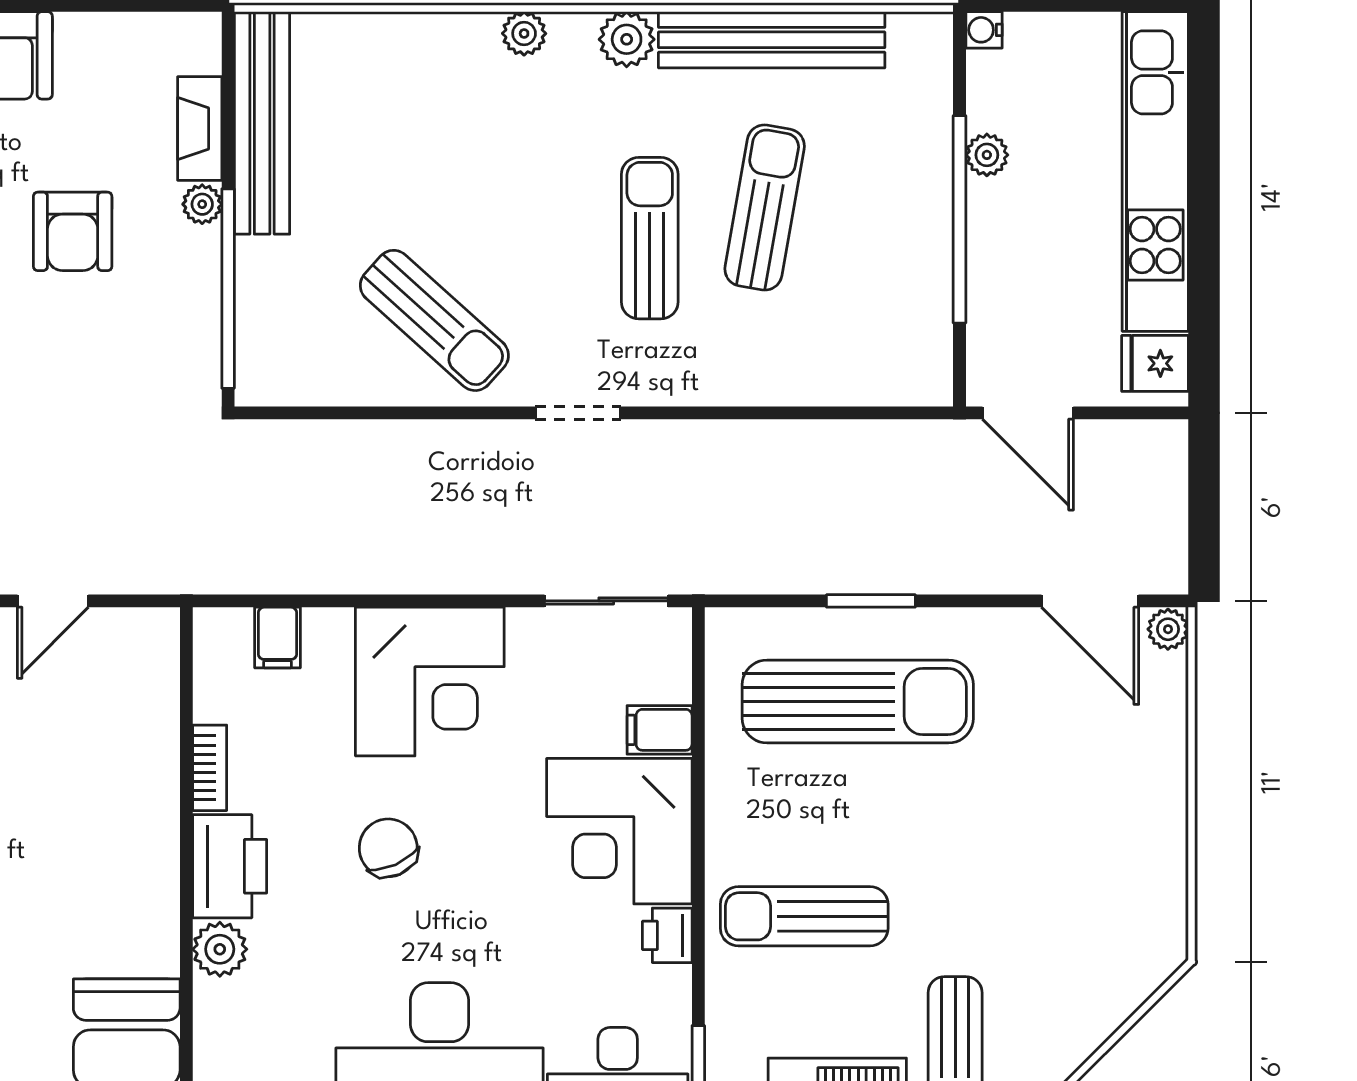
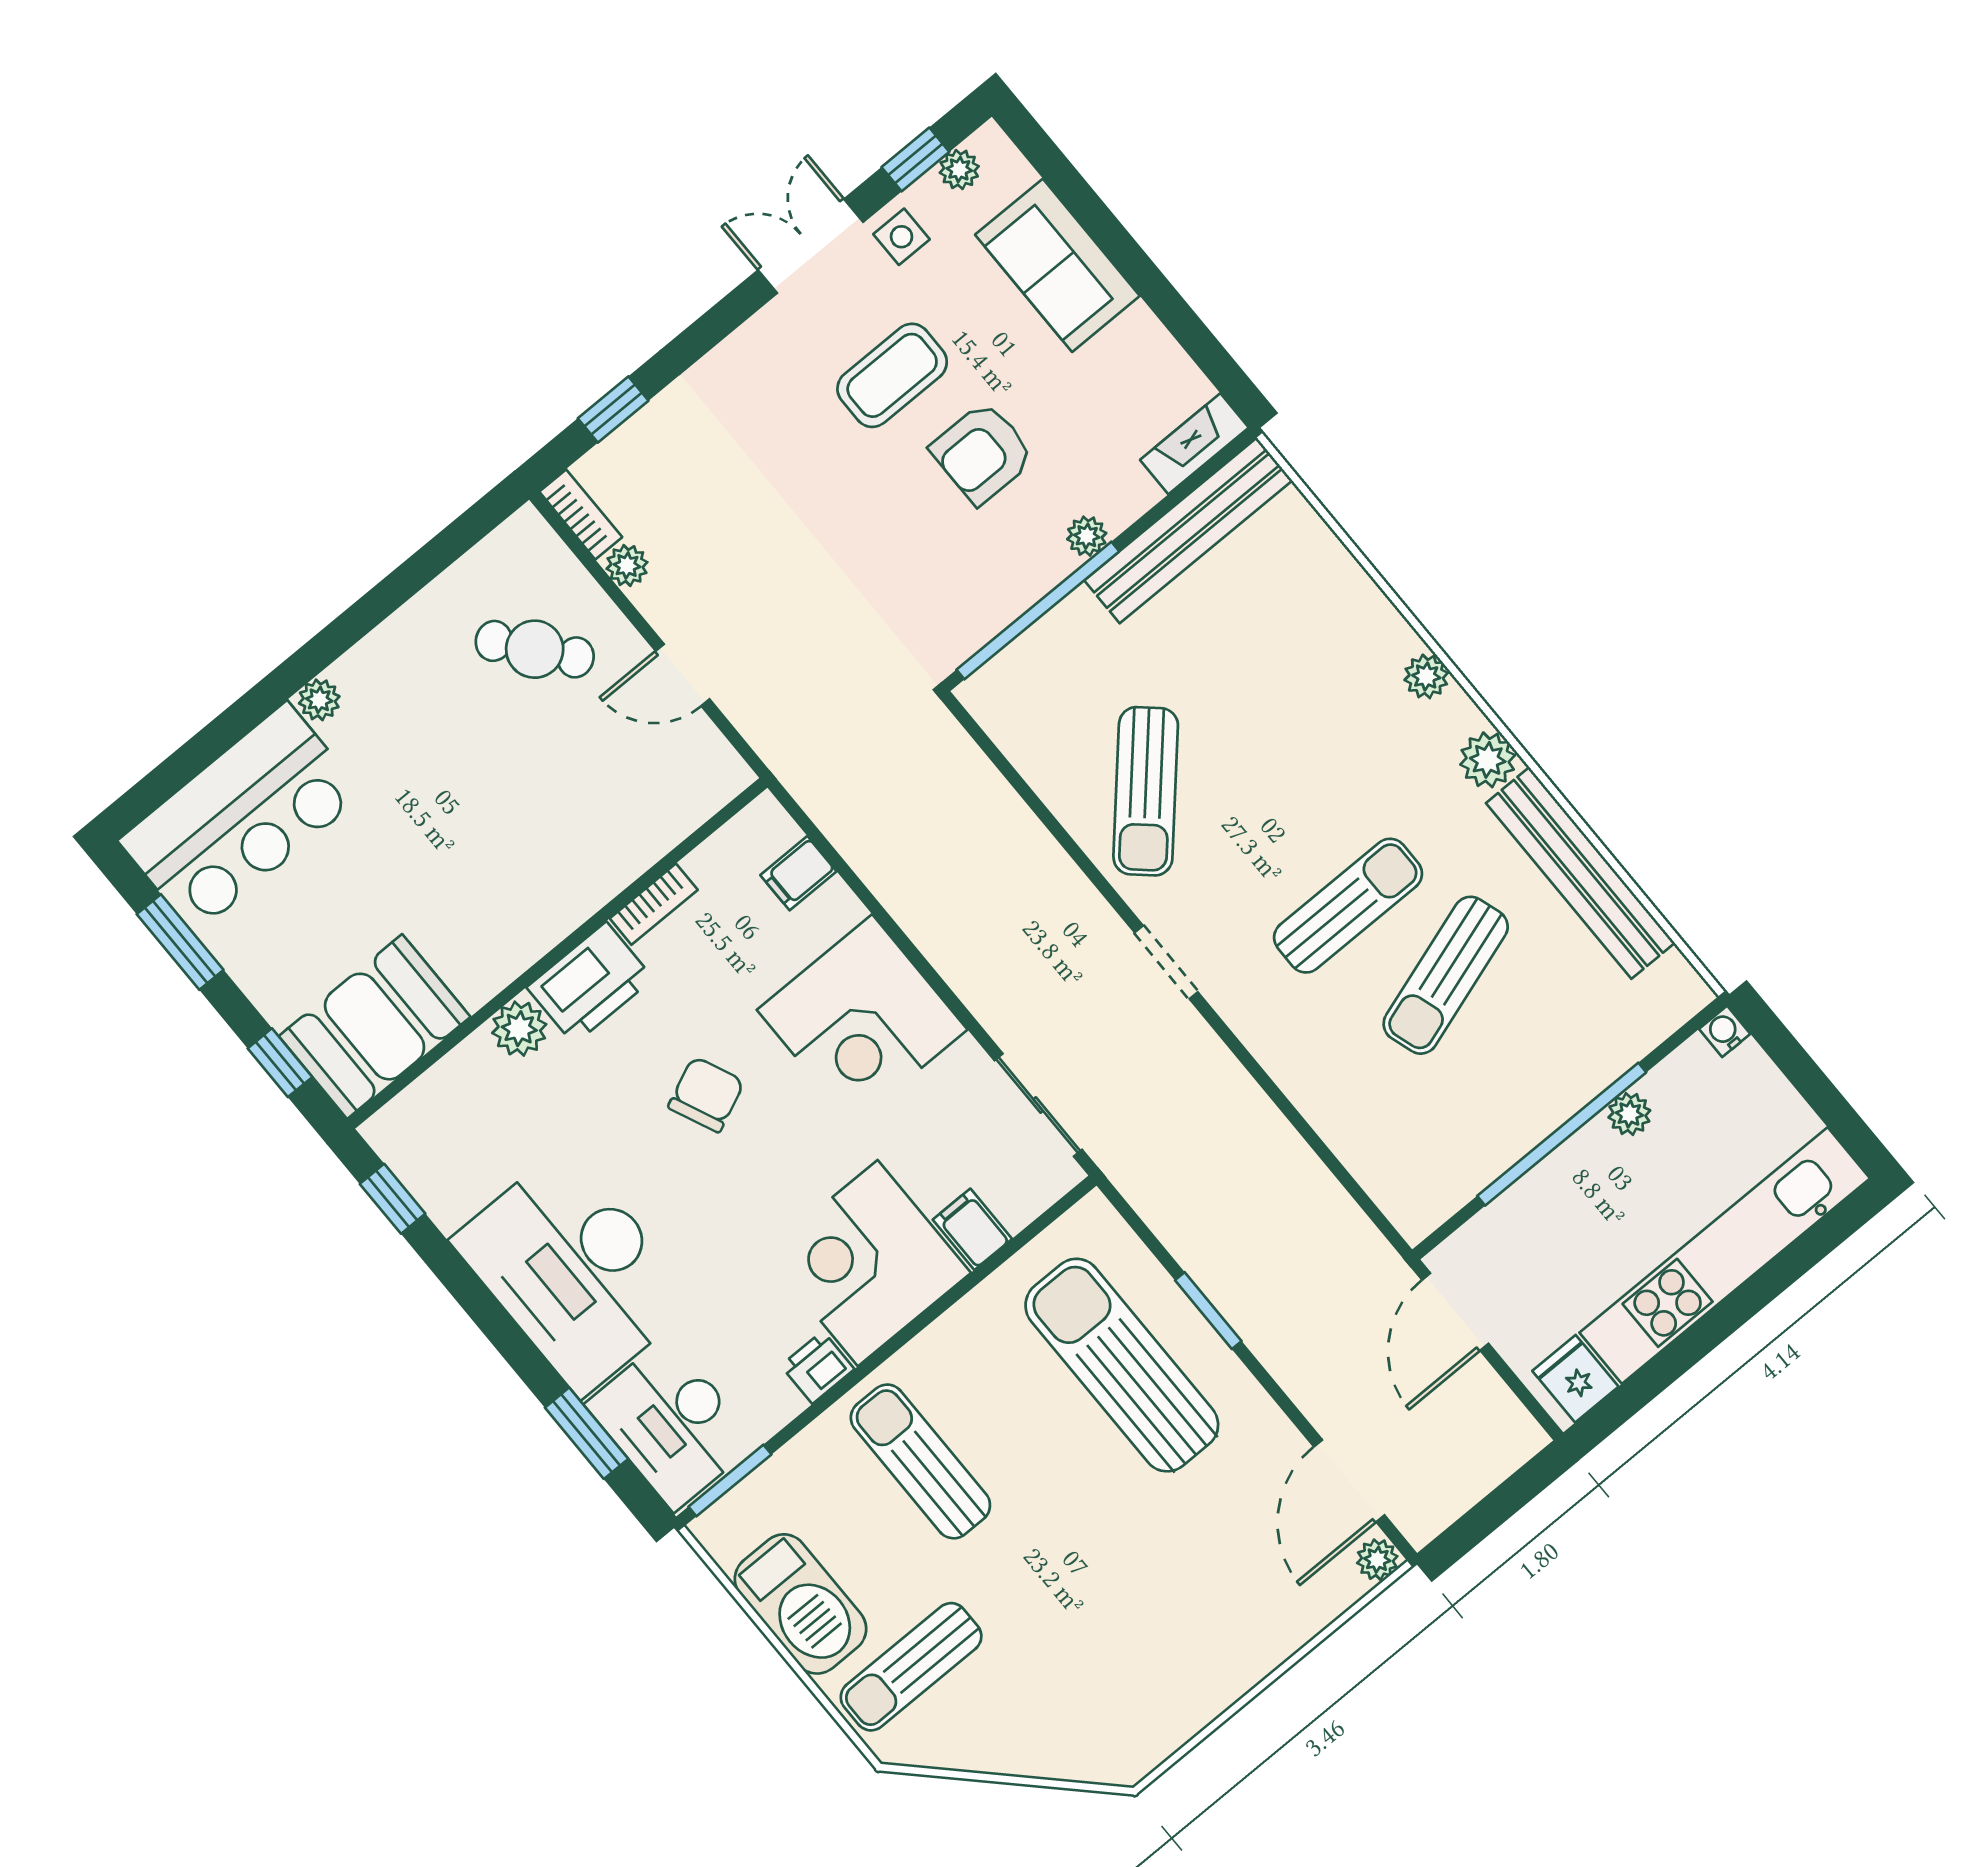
fireplace: (200, 129) -> (1194, 444), moved
sun lounger: (765, 207) -> (1446, 975), turned 152
sun lounger: (858, 701) -> (1122, 1365), turned 180

